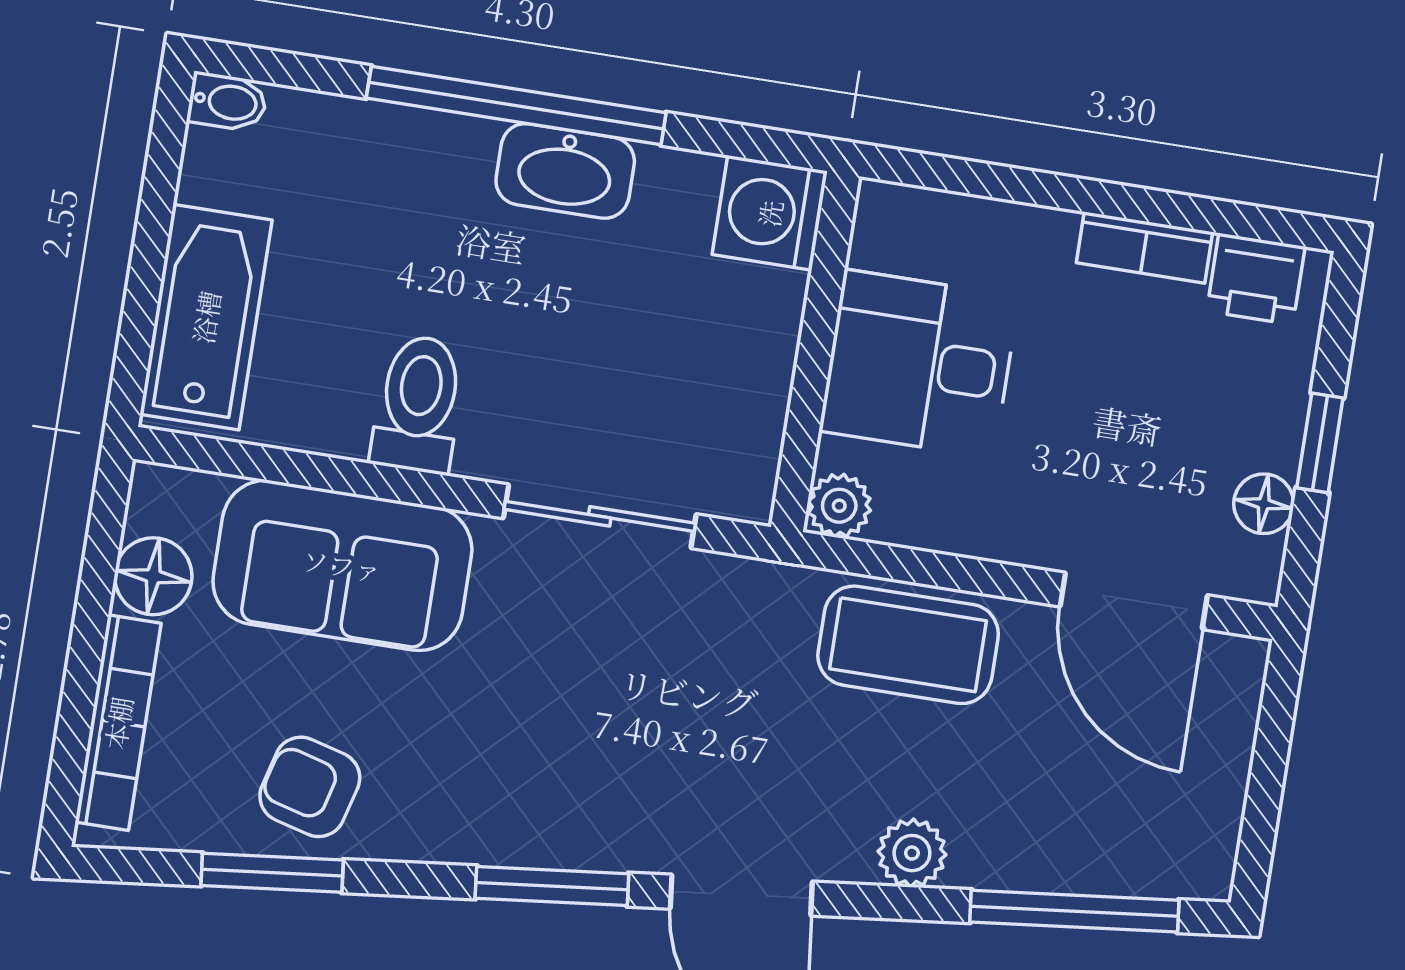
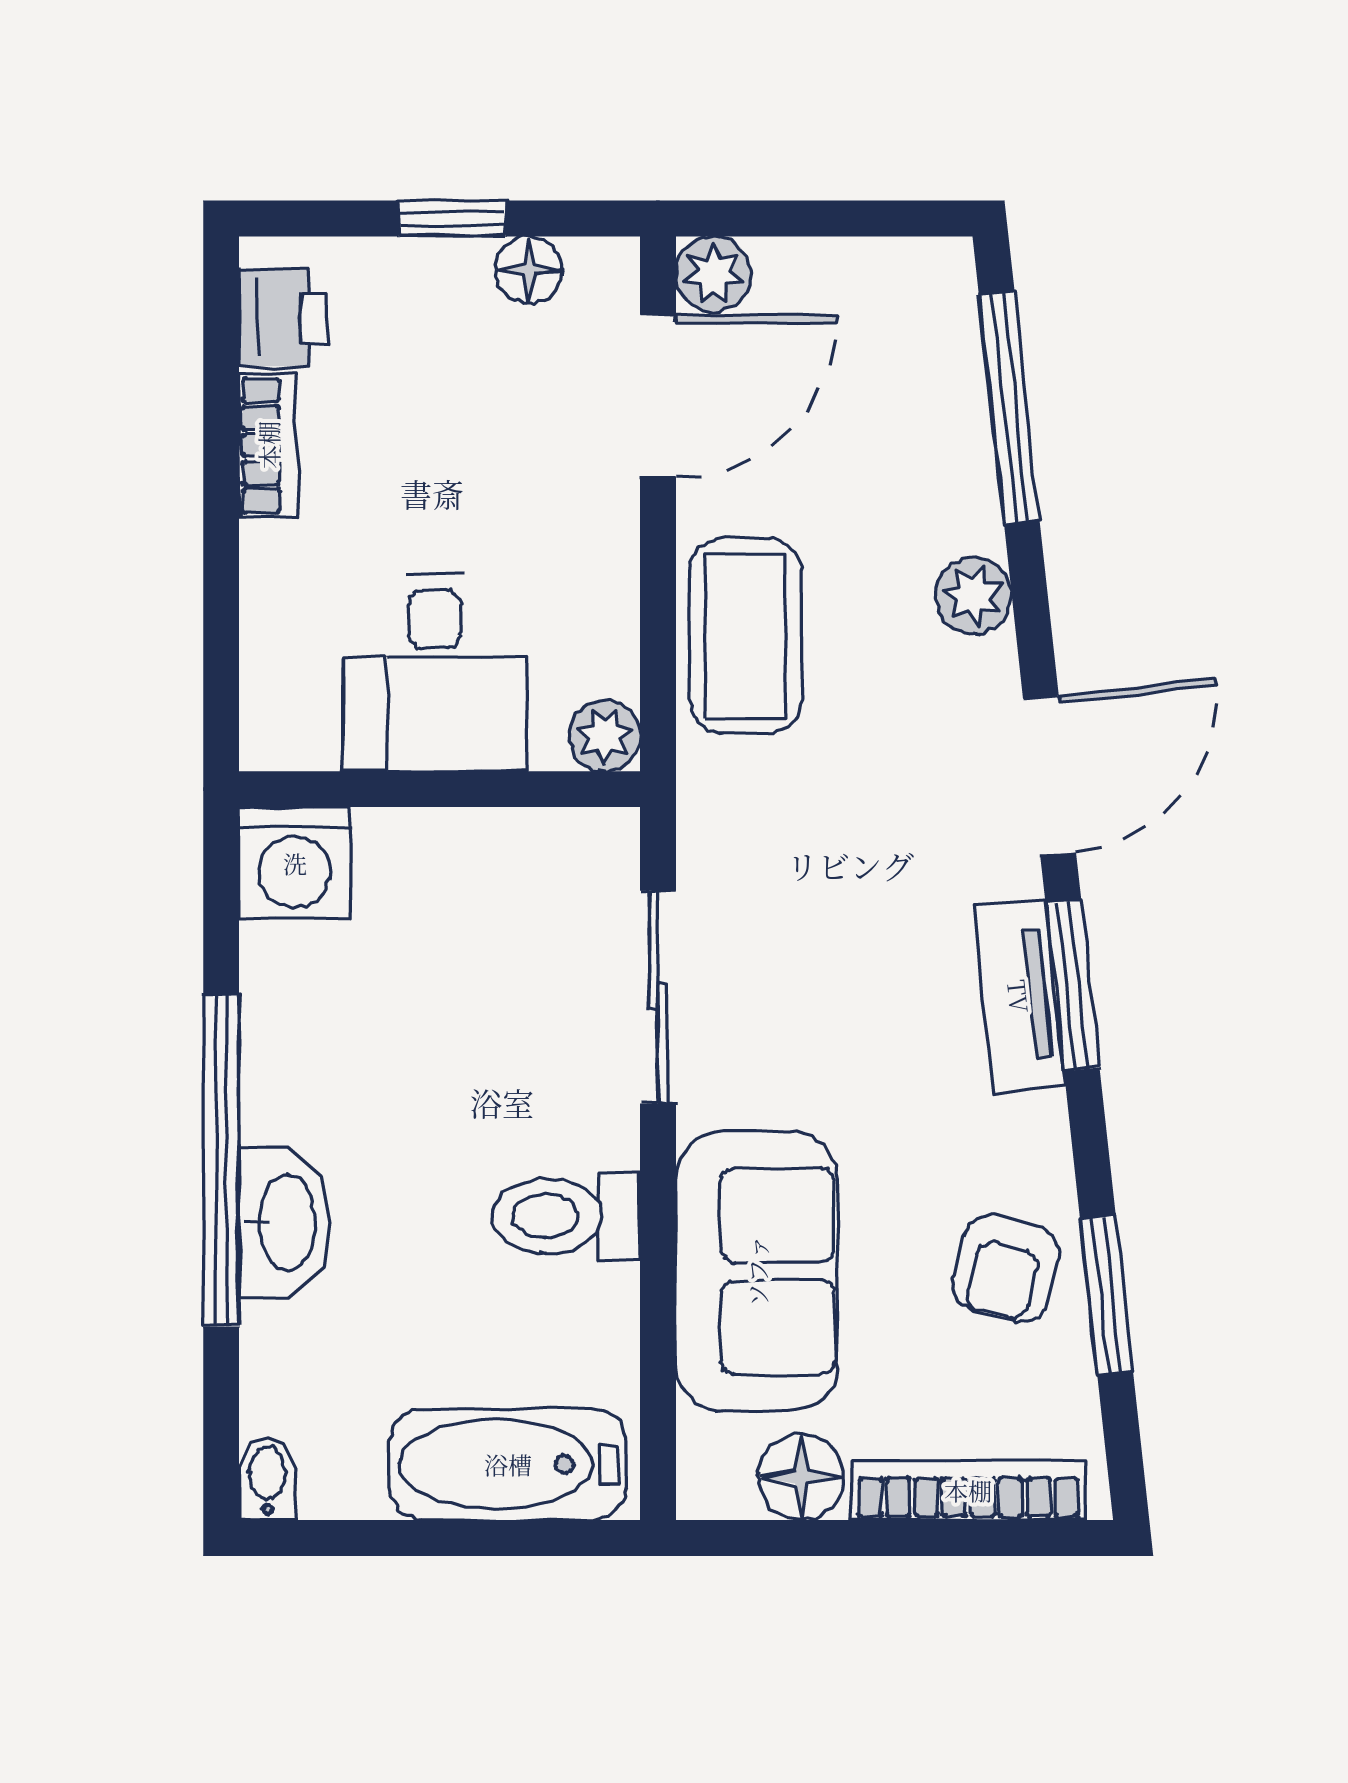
washbasin: (565, 171) -> (285, 1222), moved
plant: (1234, 667) -> (714, 274), added
tv unit: (550, 837) -> (1019, 996), added

